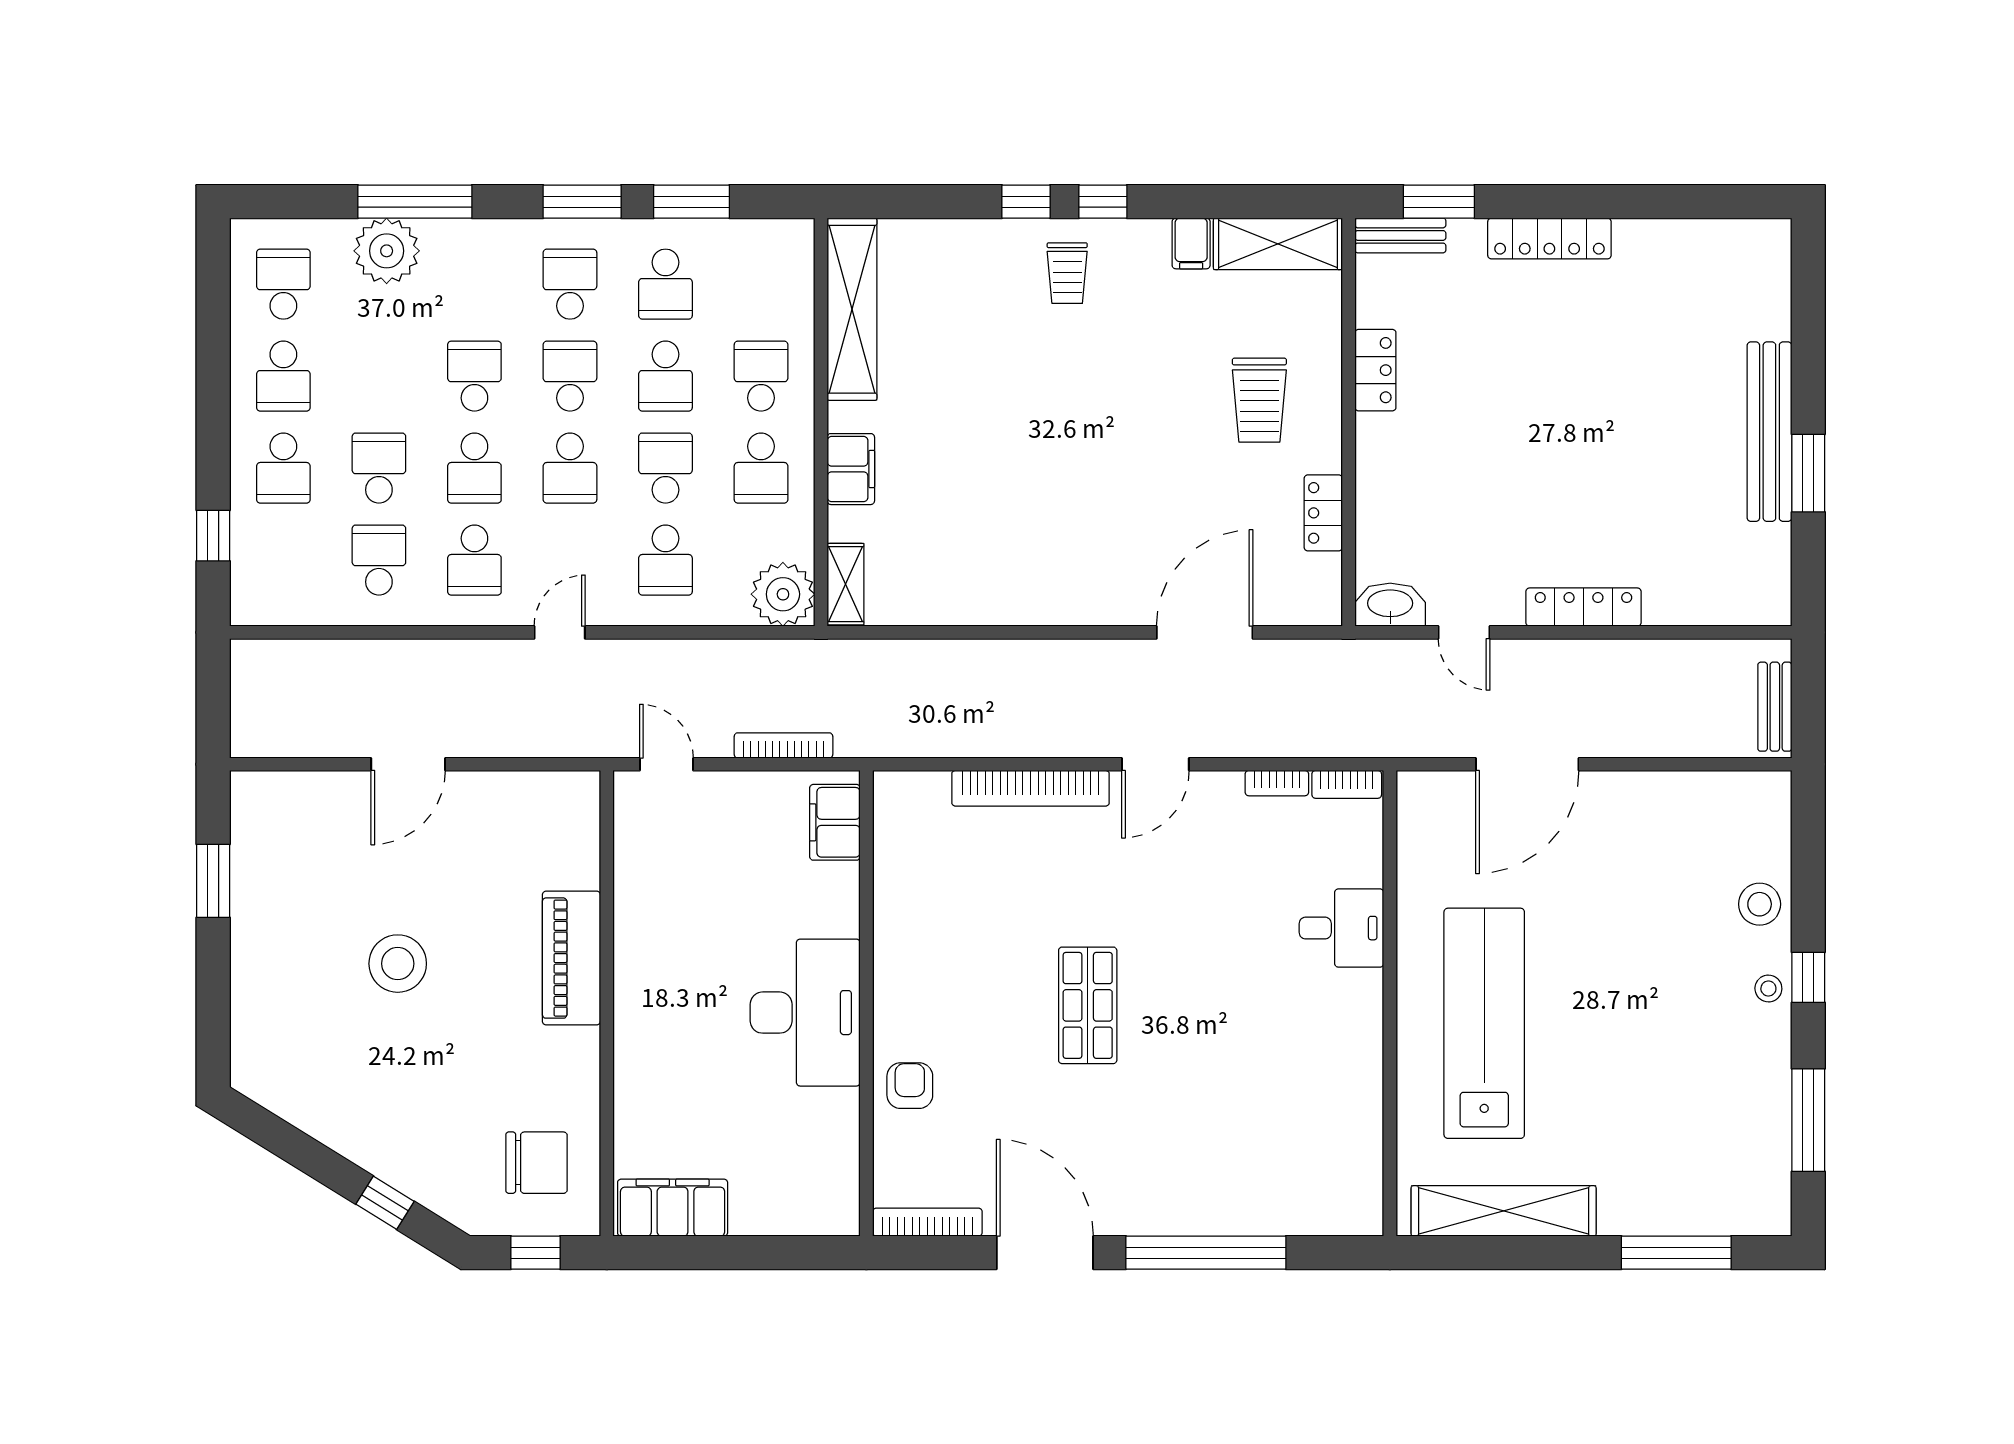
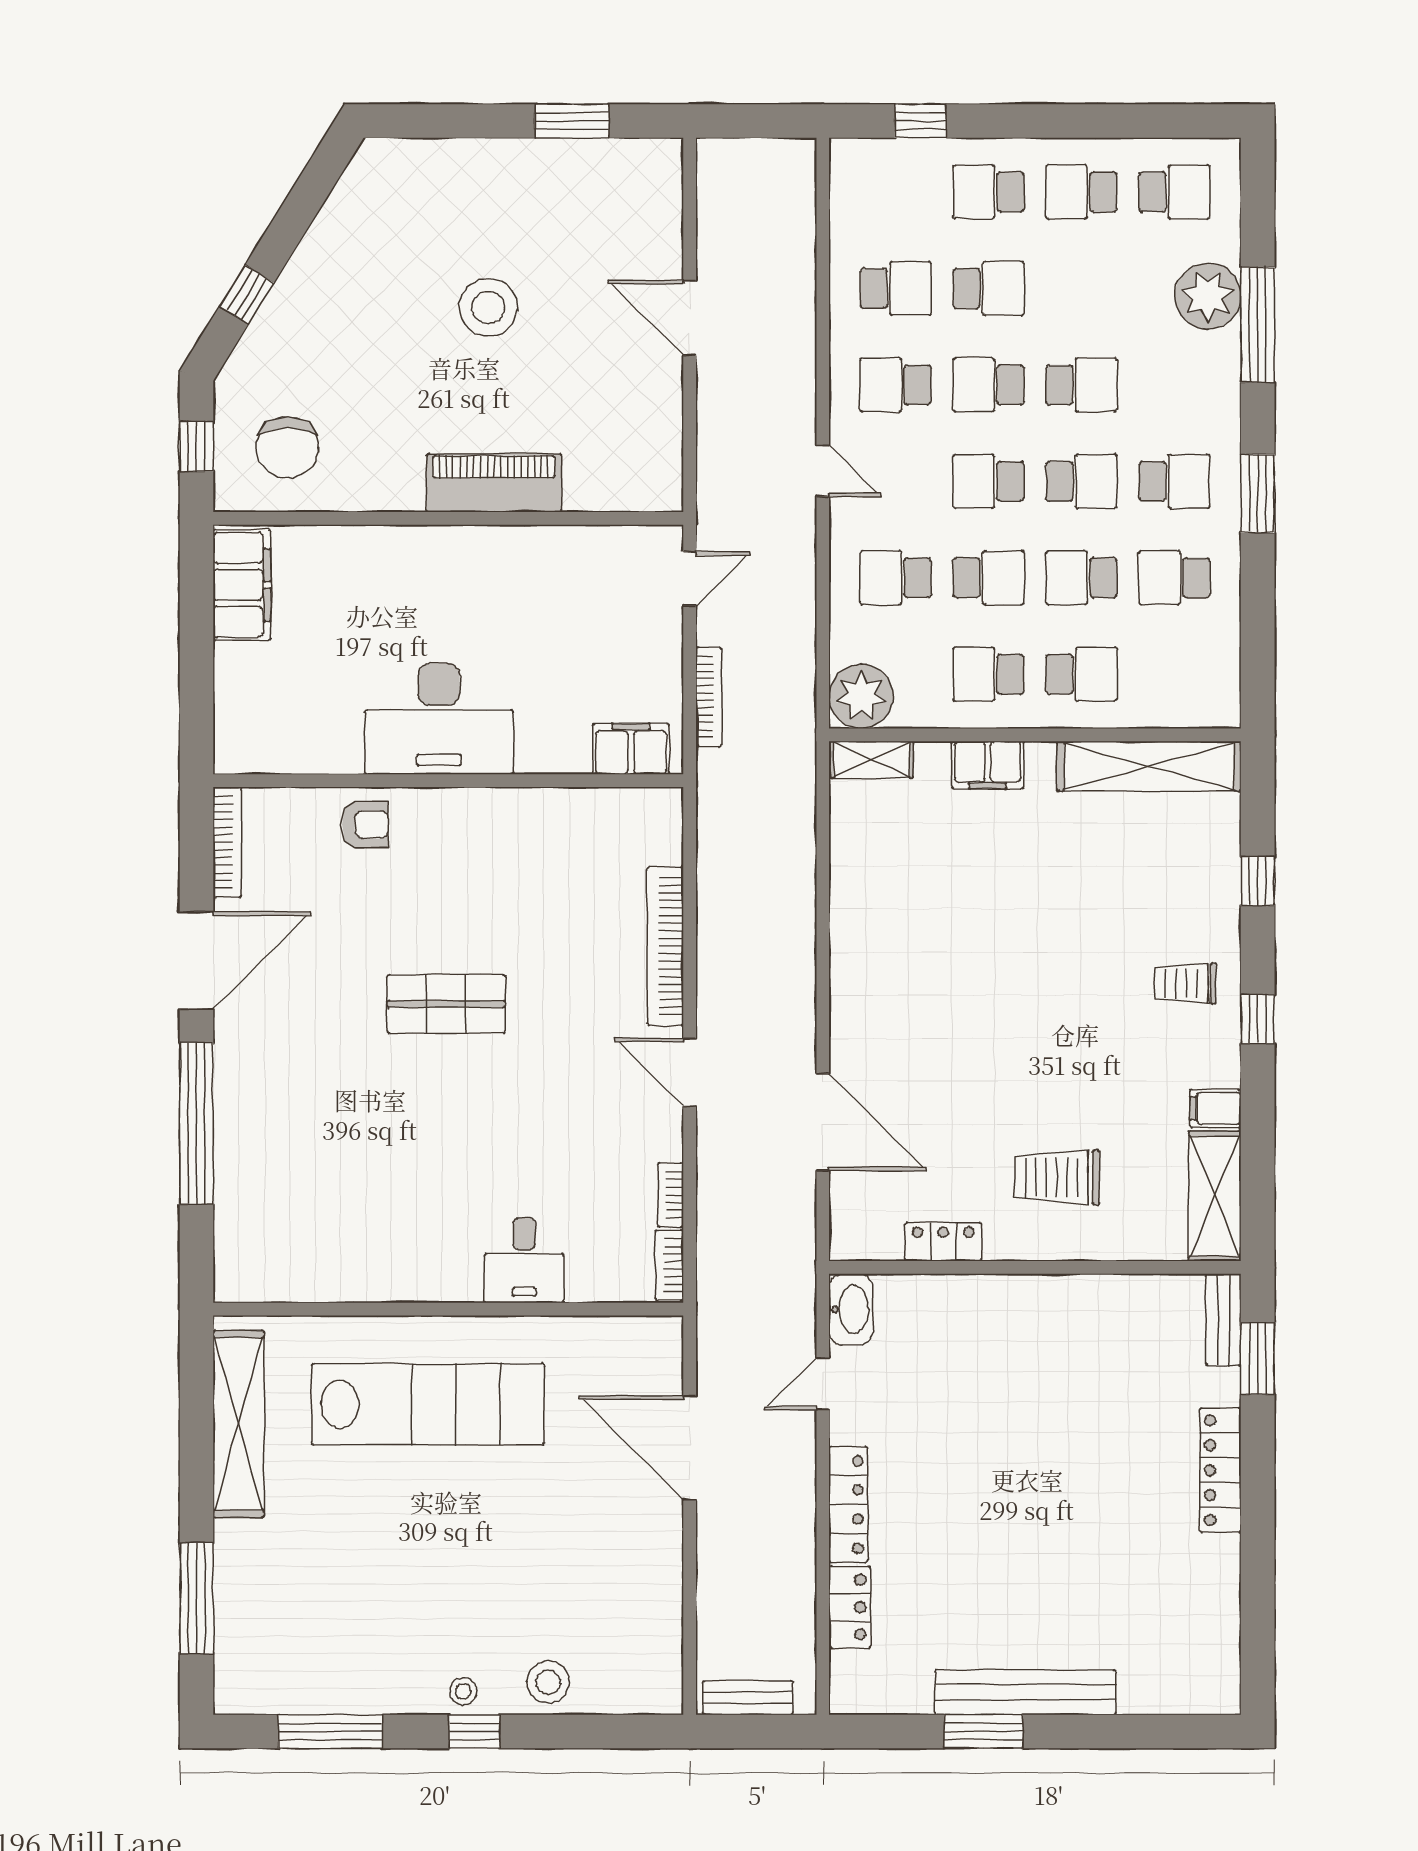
window: (691, 202) -> (1258, 604), removed
window: (1026, 202) -> (1258, 881), moved
locker: (1375, 370) -> (850, 1607), moved, turned -90

